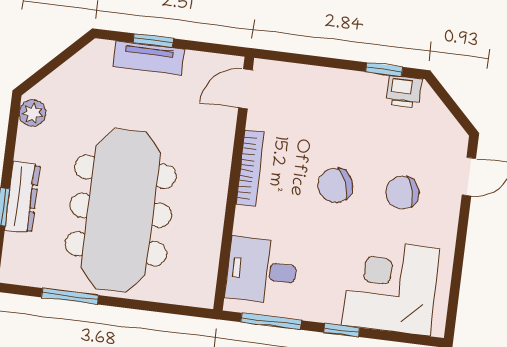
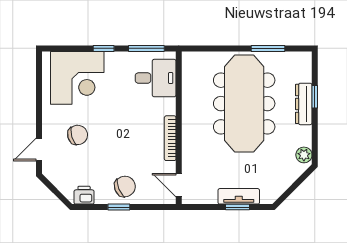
window: (384, 69) -> (119, 207), moved
door: (245, 89) -> (179, 185), swing flipped
chair: (335, 185) -> (125, 186), moved

